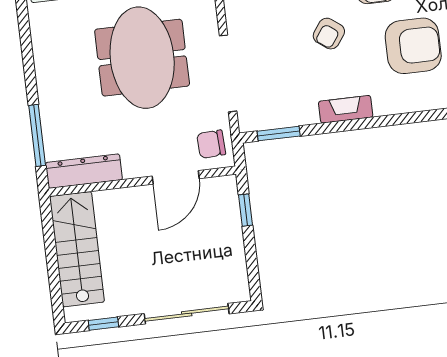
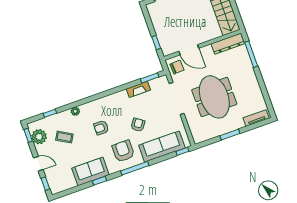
armchair: (413, 46) -> (101, 128), width x0.53, depth x0.53
fireplace: (346, 109) -> (138, 89), moved
door: (176, 177) -> (189, 50), swing flipped

